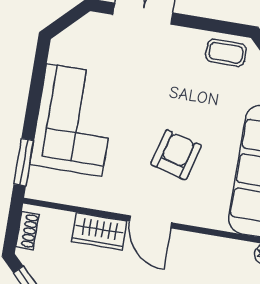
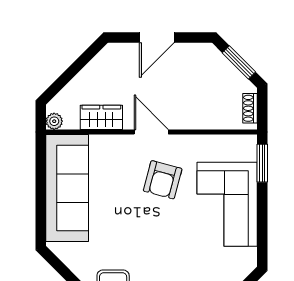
armchair: (176, 155) -> (163, 180), moved
wardrobe: (99, 231) -> (101, 117), moved

